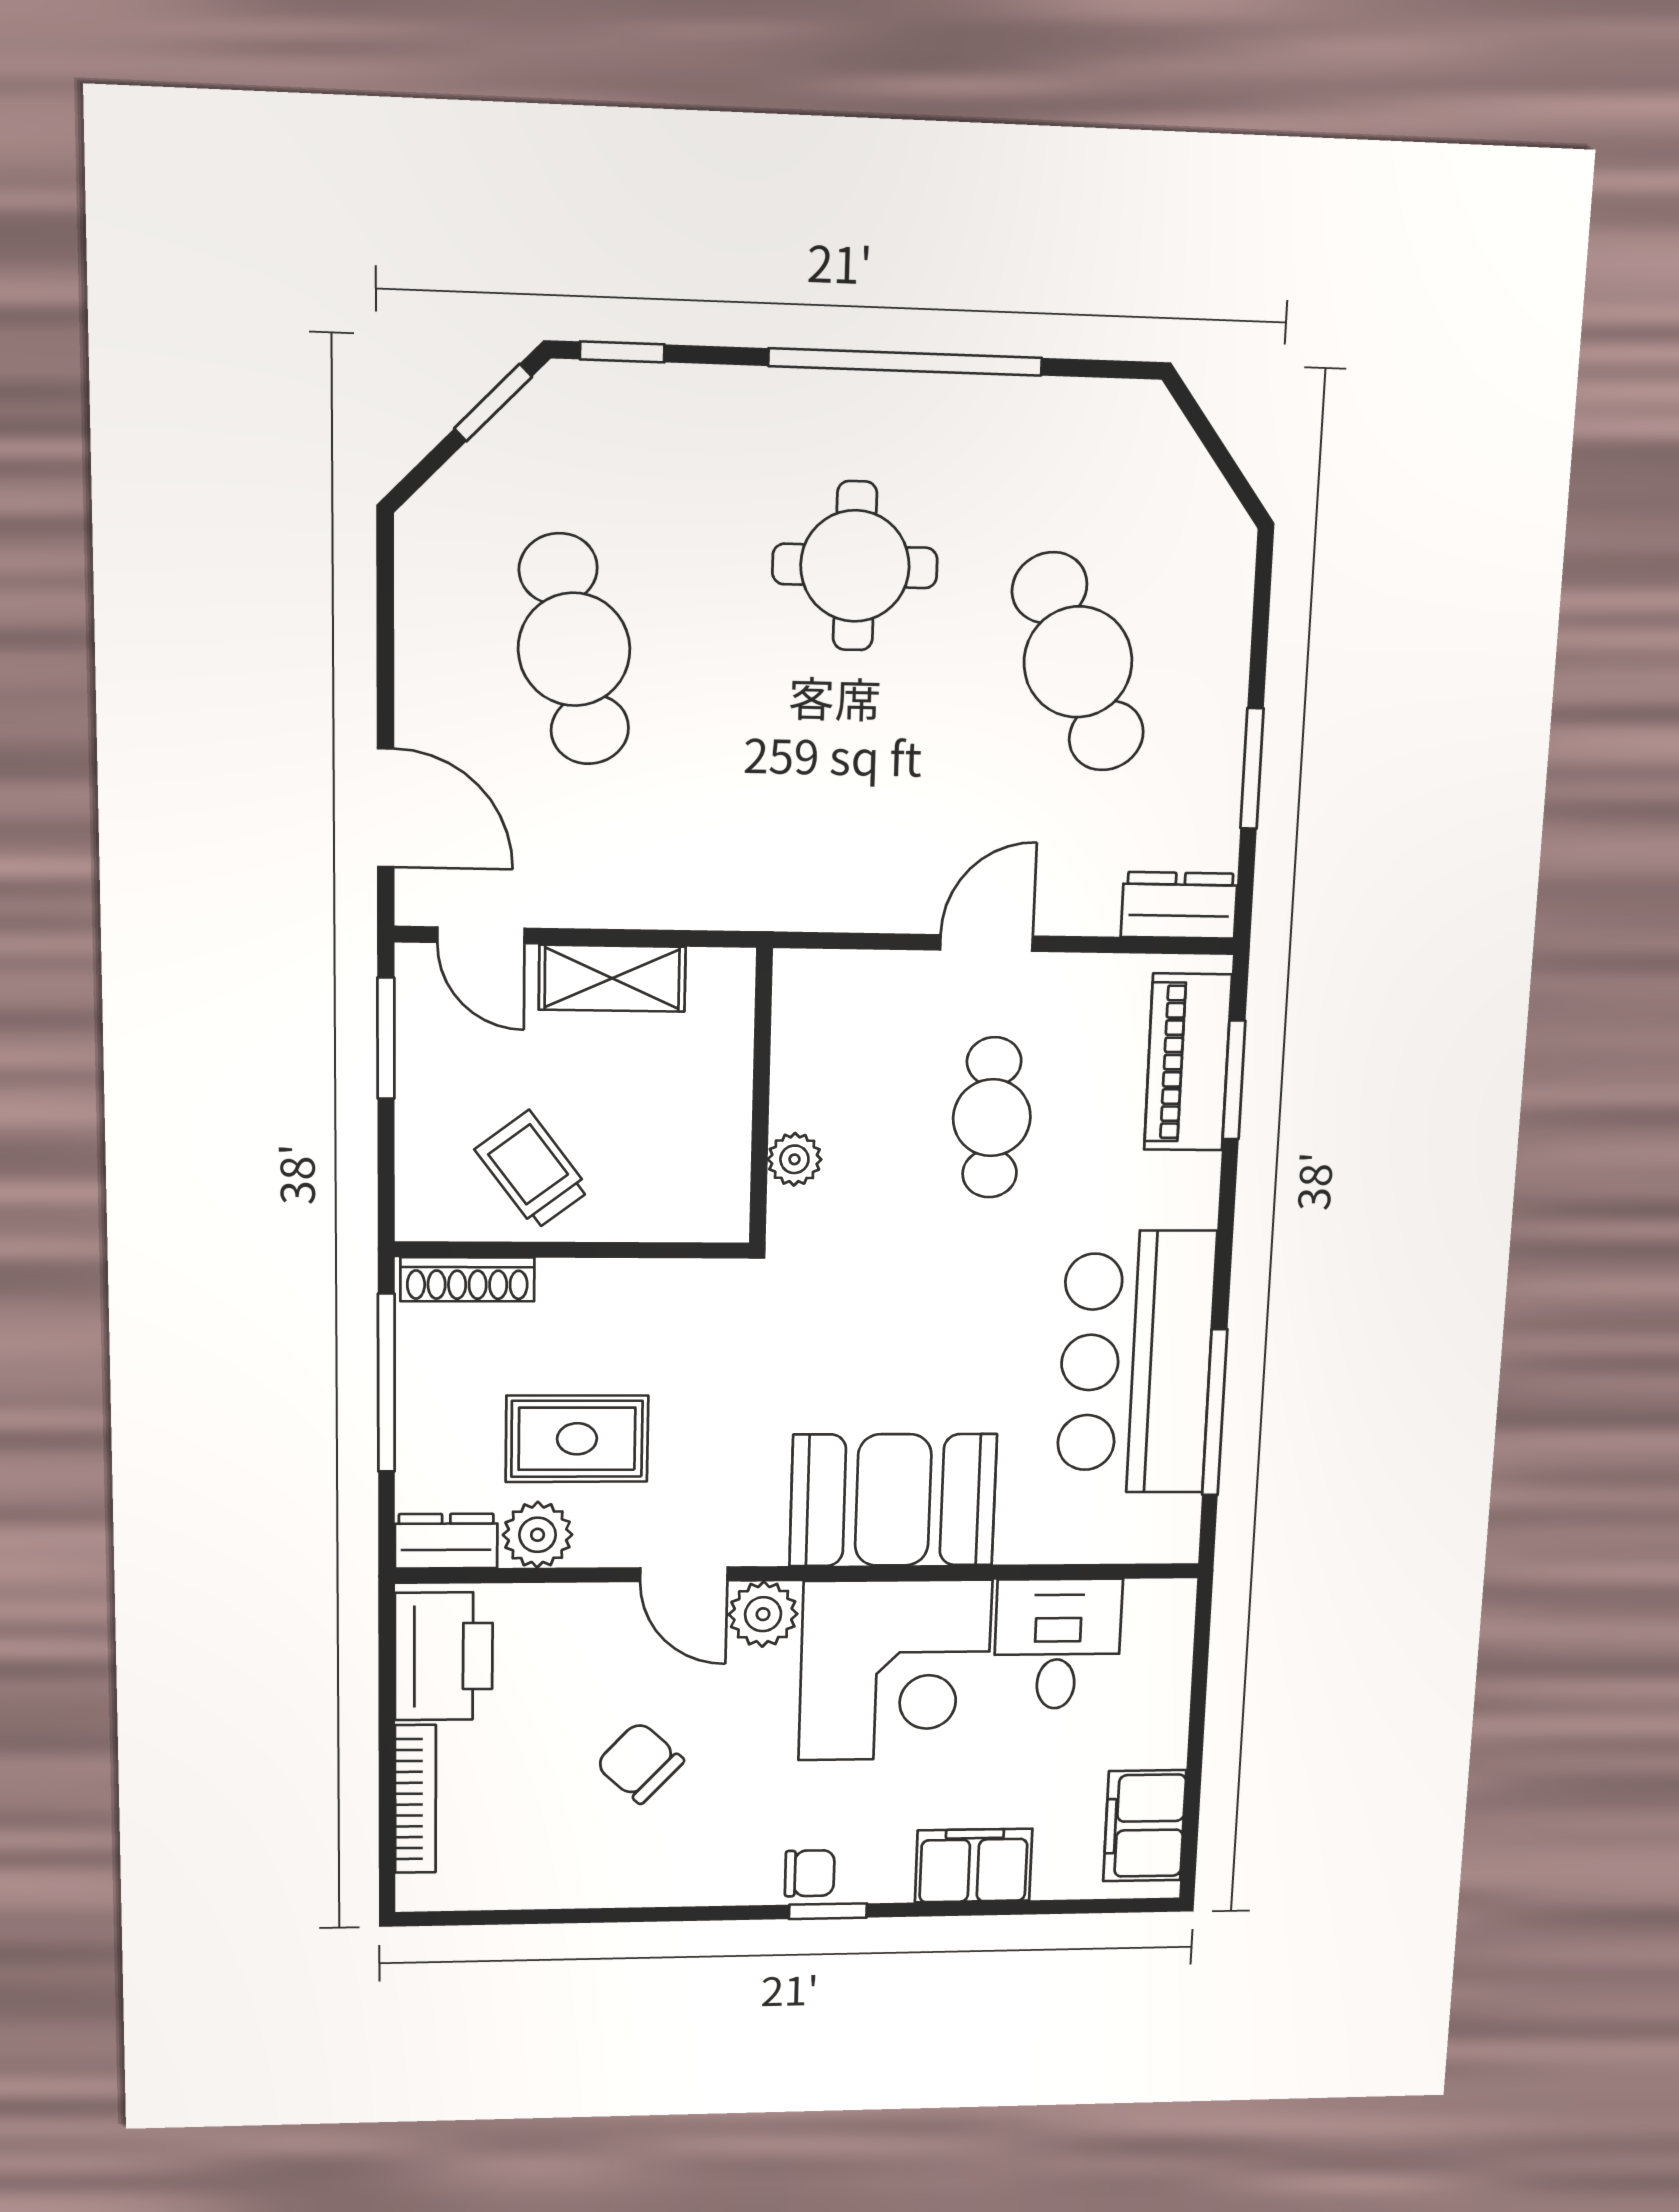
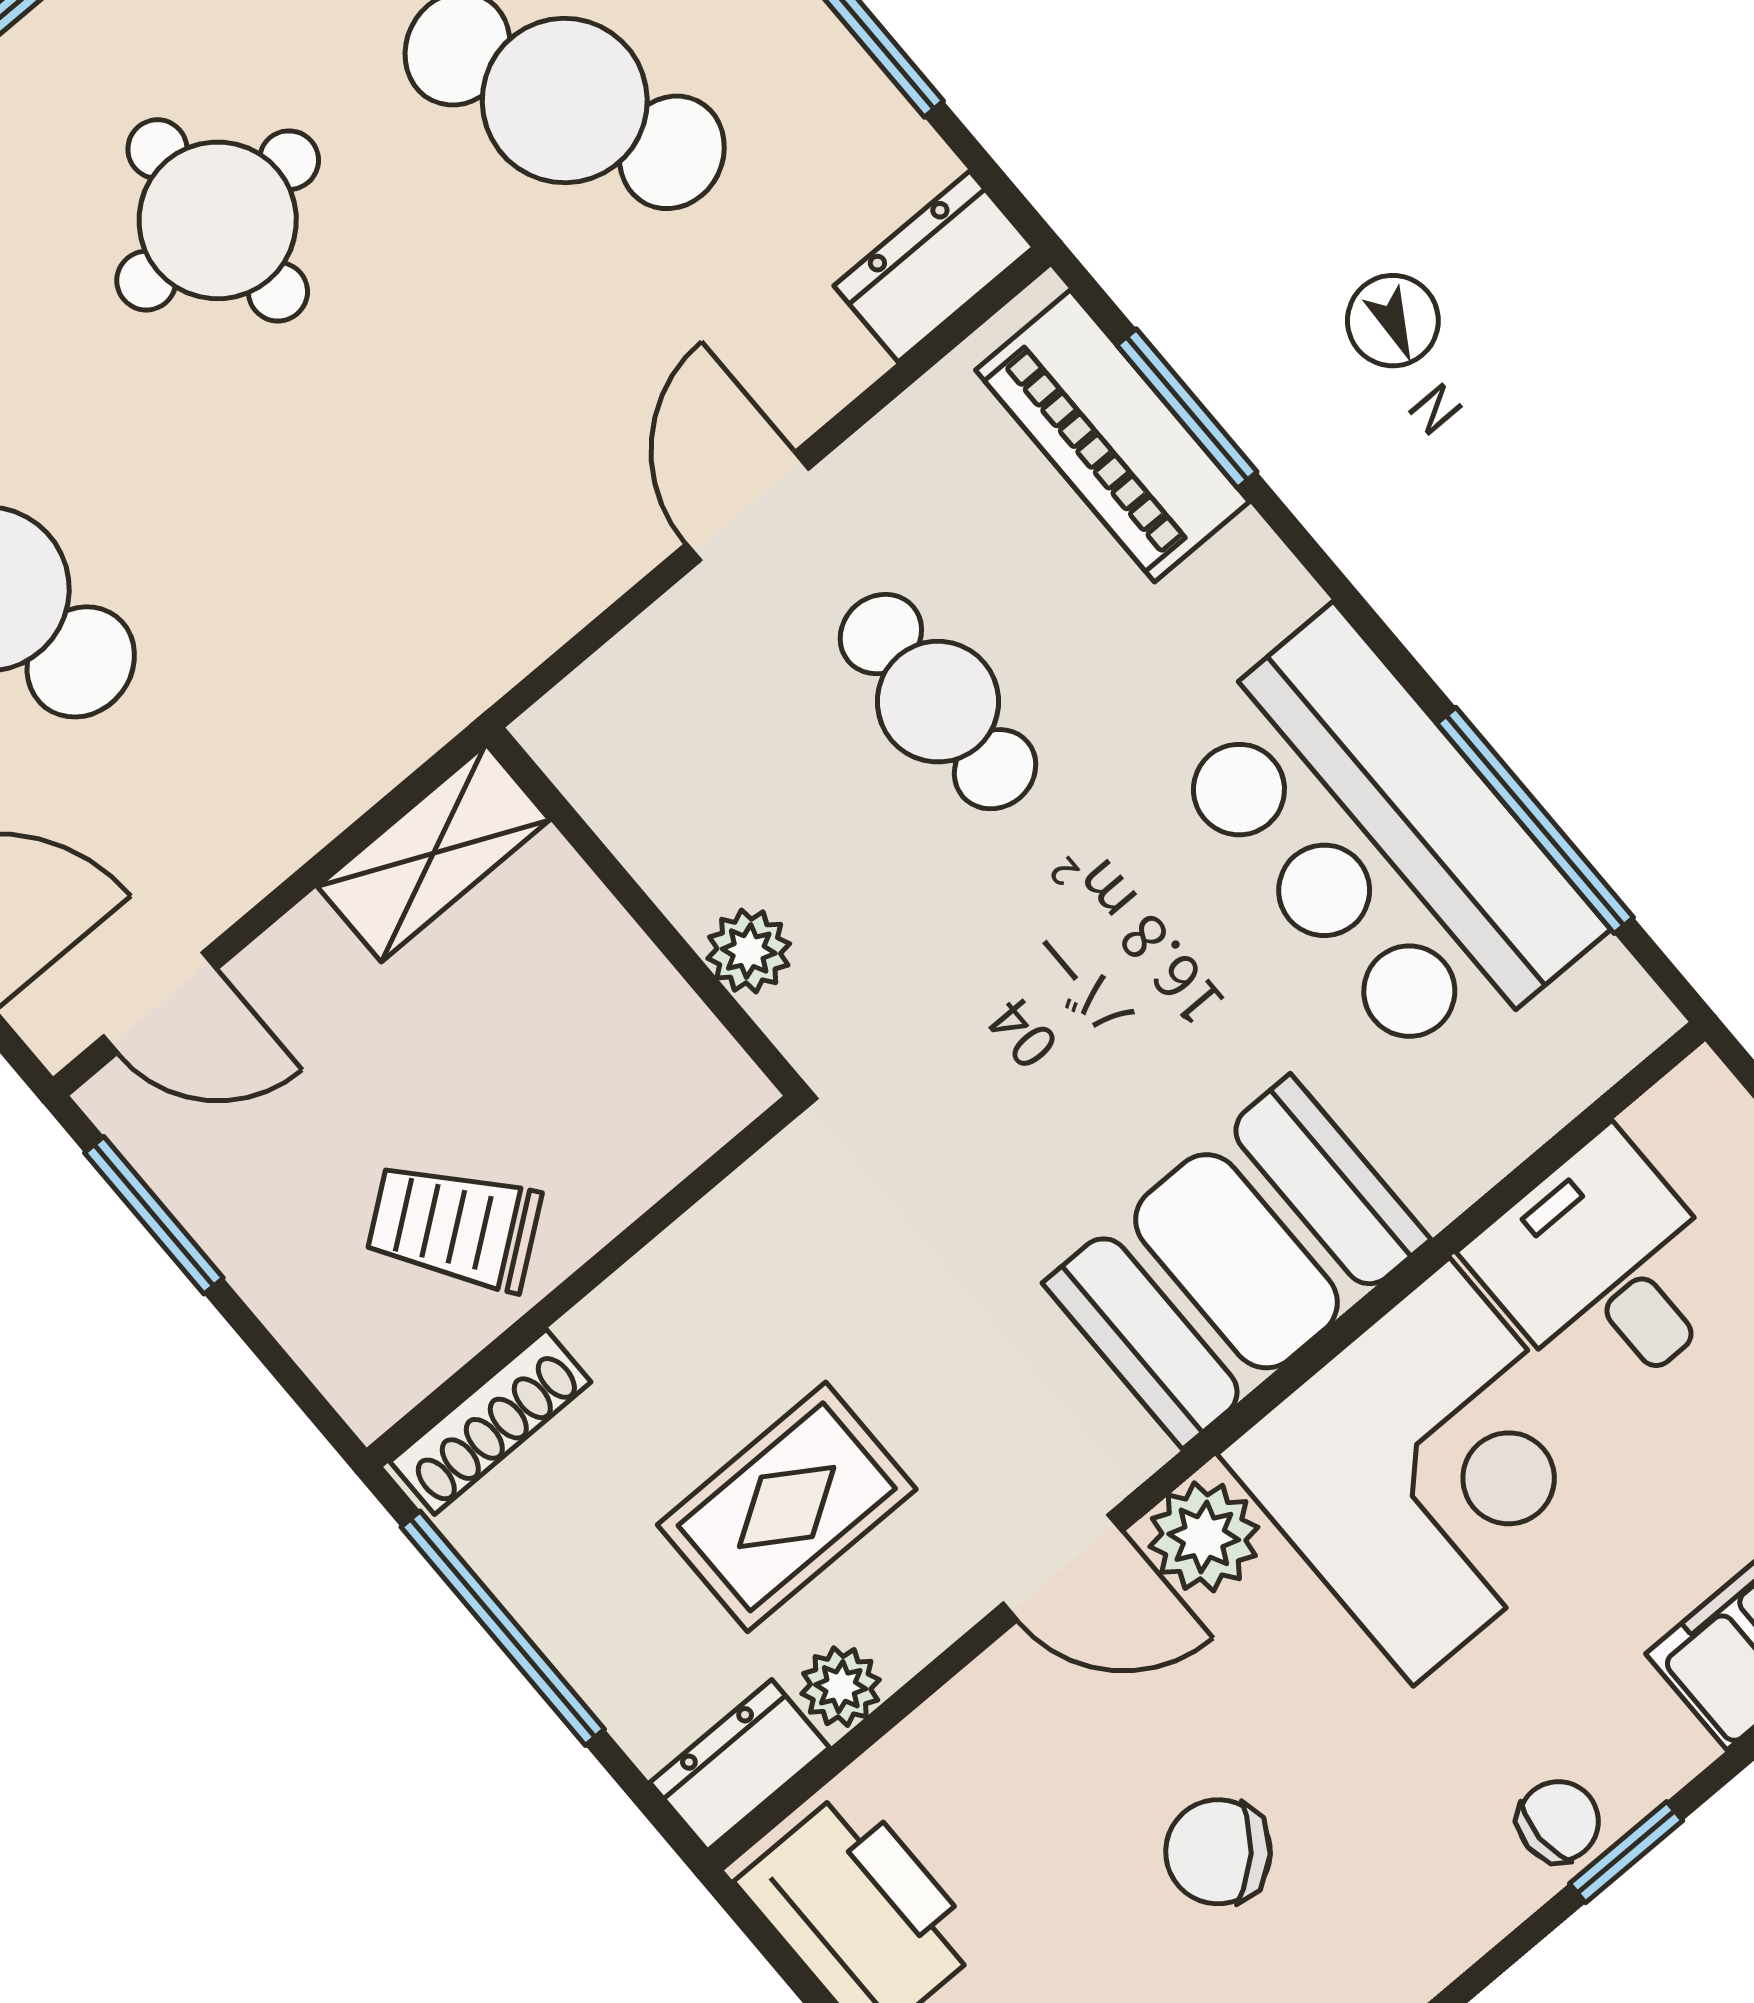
shelving: (612, 978) -> (434, 853), moved
plant: (538, 1535) -> (841, 1687), width x0.73, depth x0.73

